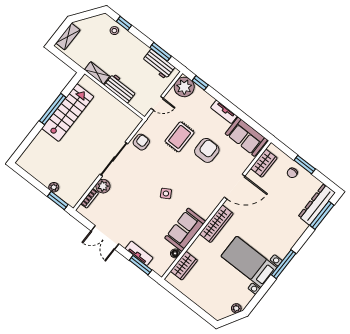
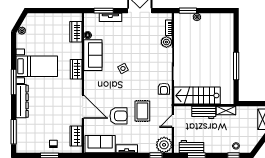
stairs: (68, 113) -> (197, 96), moved, turned 90
armchair: (207, 150) -> (118, 116), turned -90
door: (235, 187) -> (83, 107), swing flipped
dresser: (317, 205) -> (22, 101), moved
wardrobe: (216, 224) -> (76, 69), width x0.67

